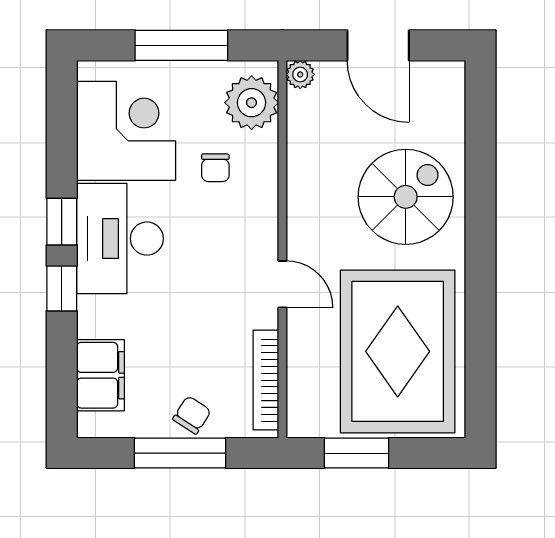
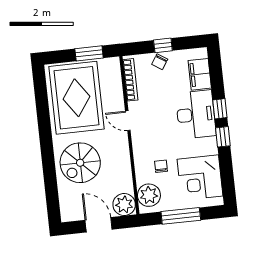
plant: (300, 74) -> (124, 205), width x1.88, depth x1.88
desk: (120, 239) -> (196, 114), moved
window: (180, 453) -> (163, 45), width x0.46

